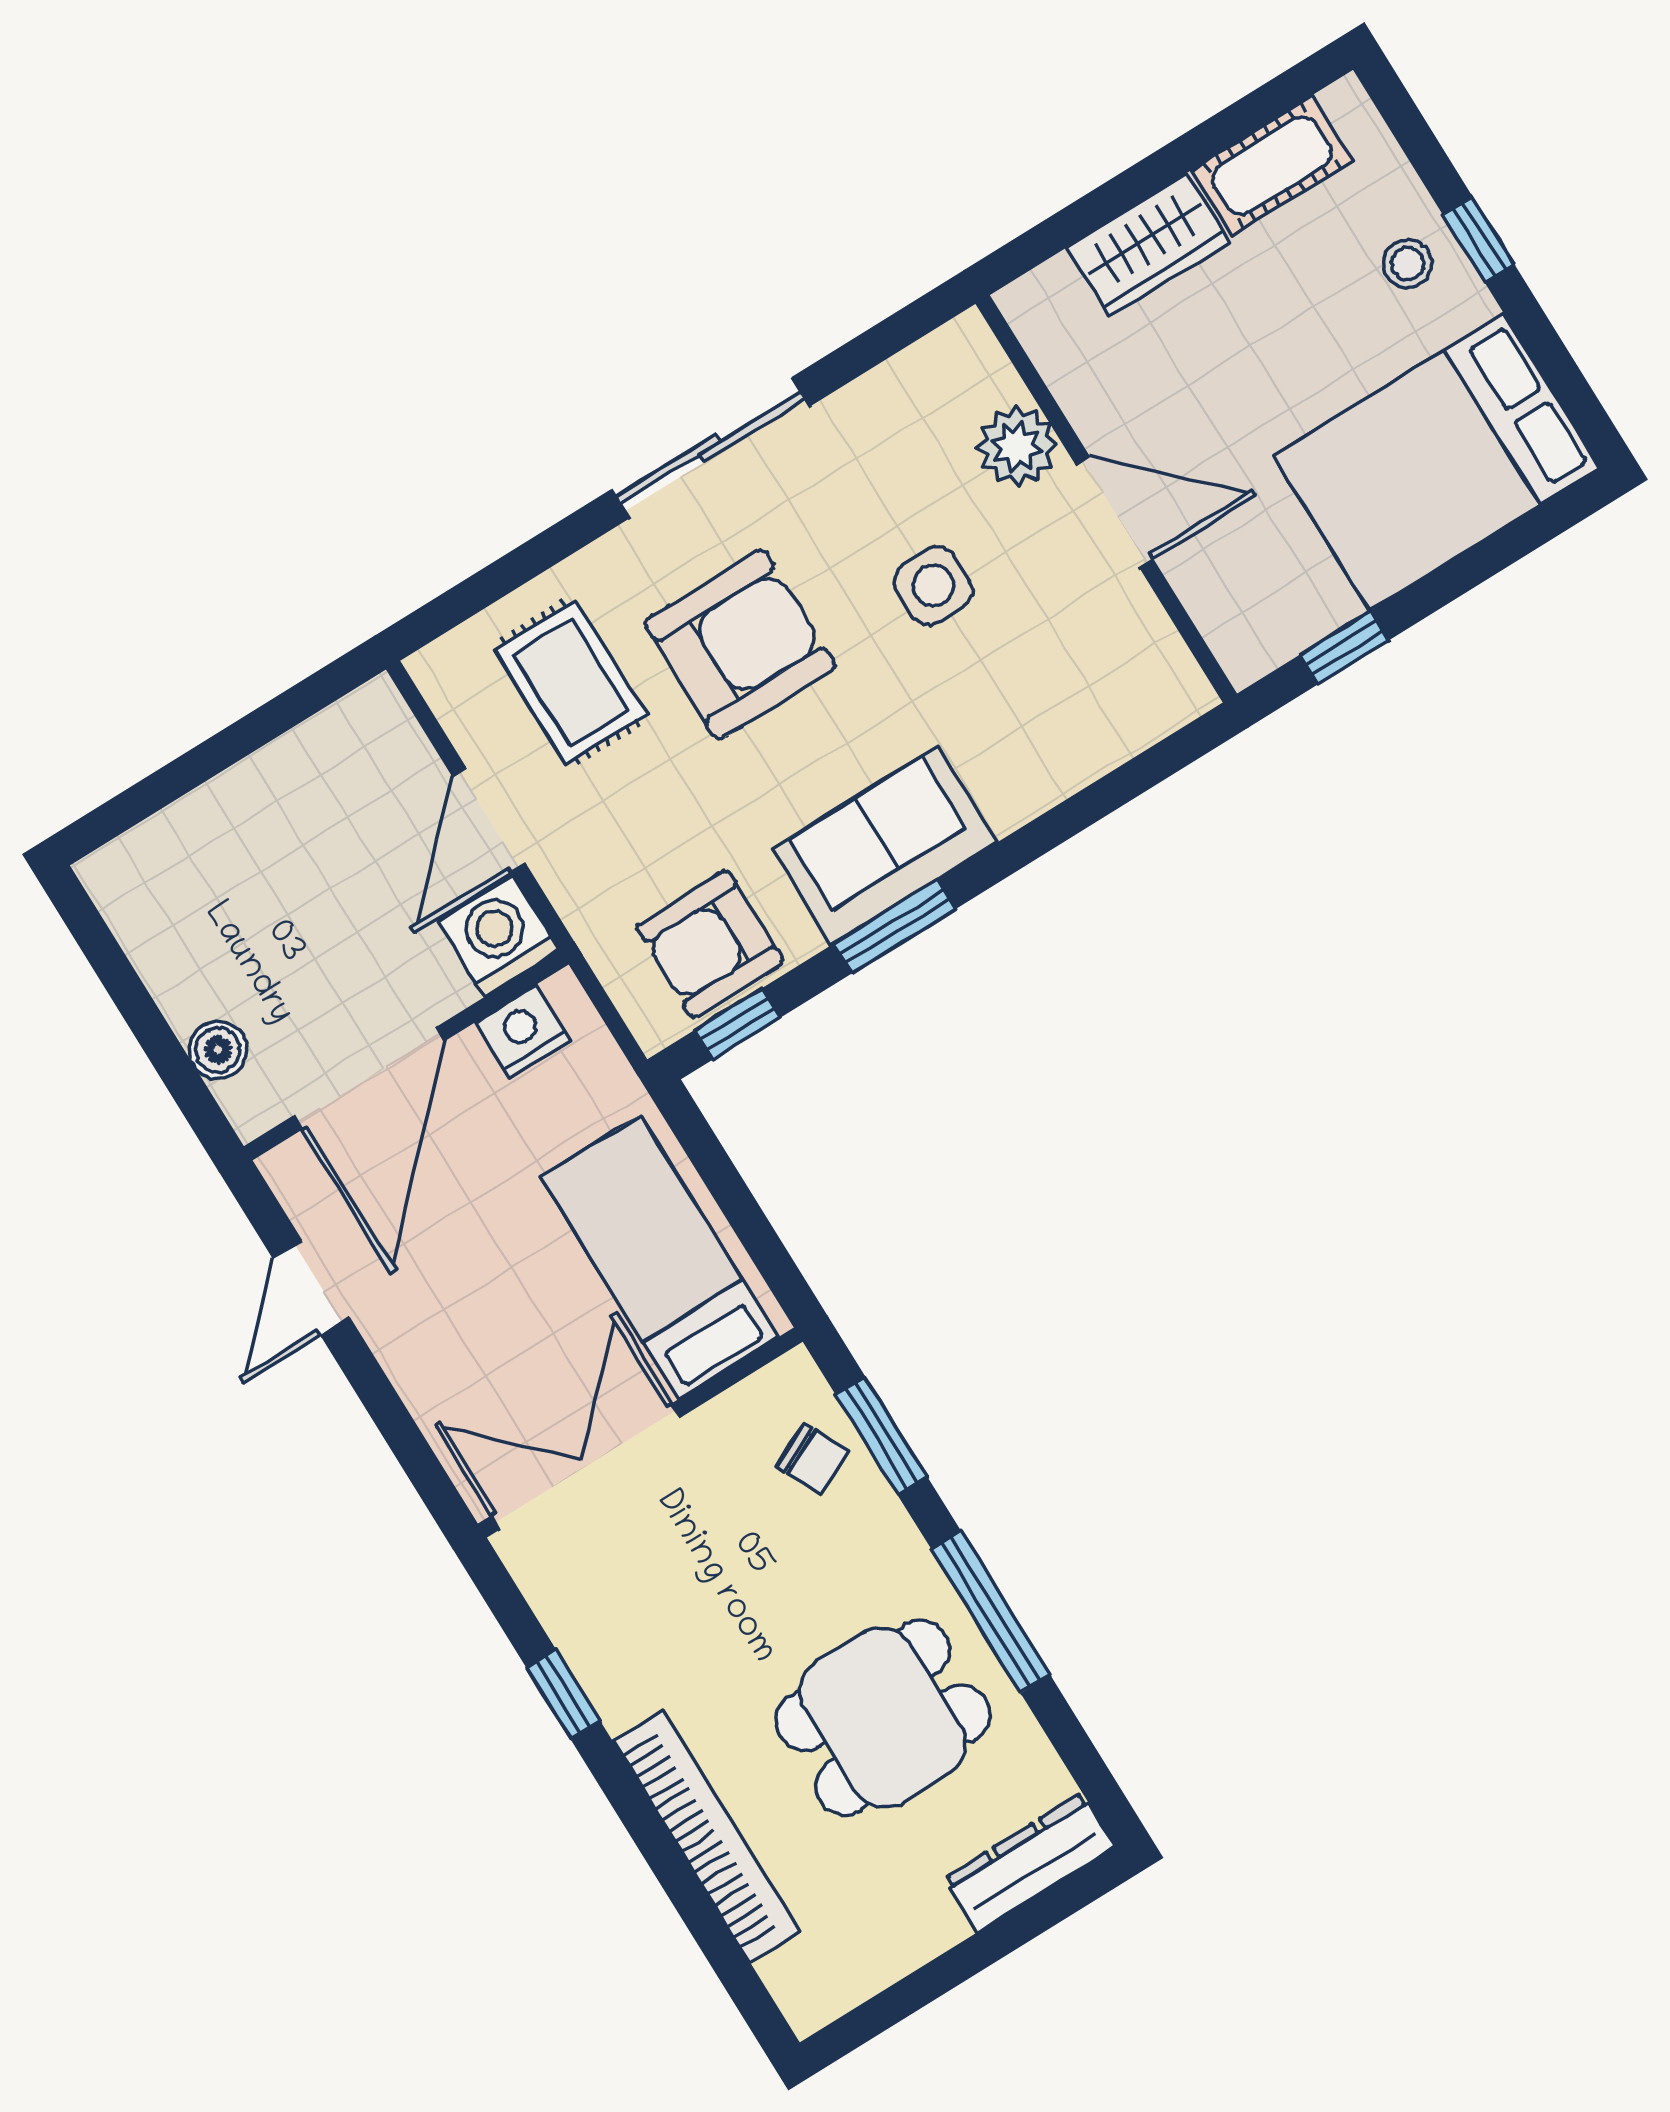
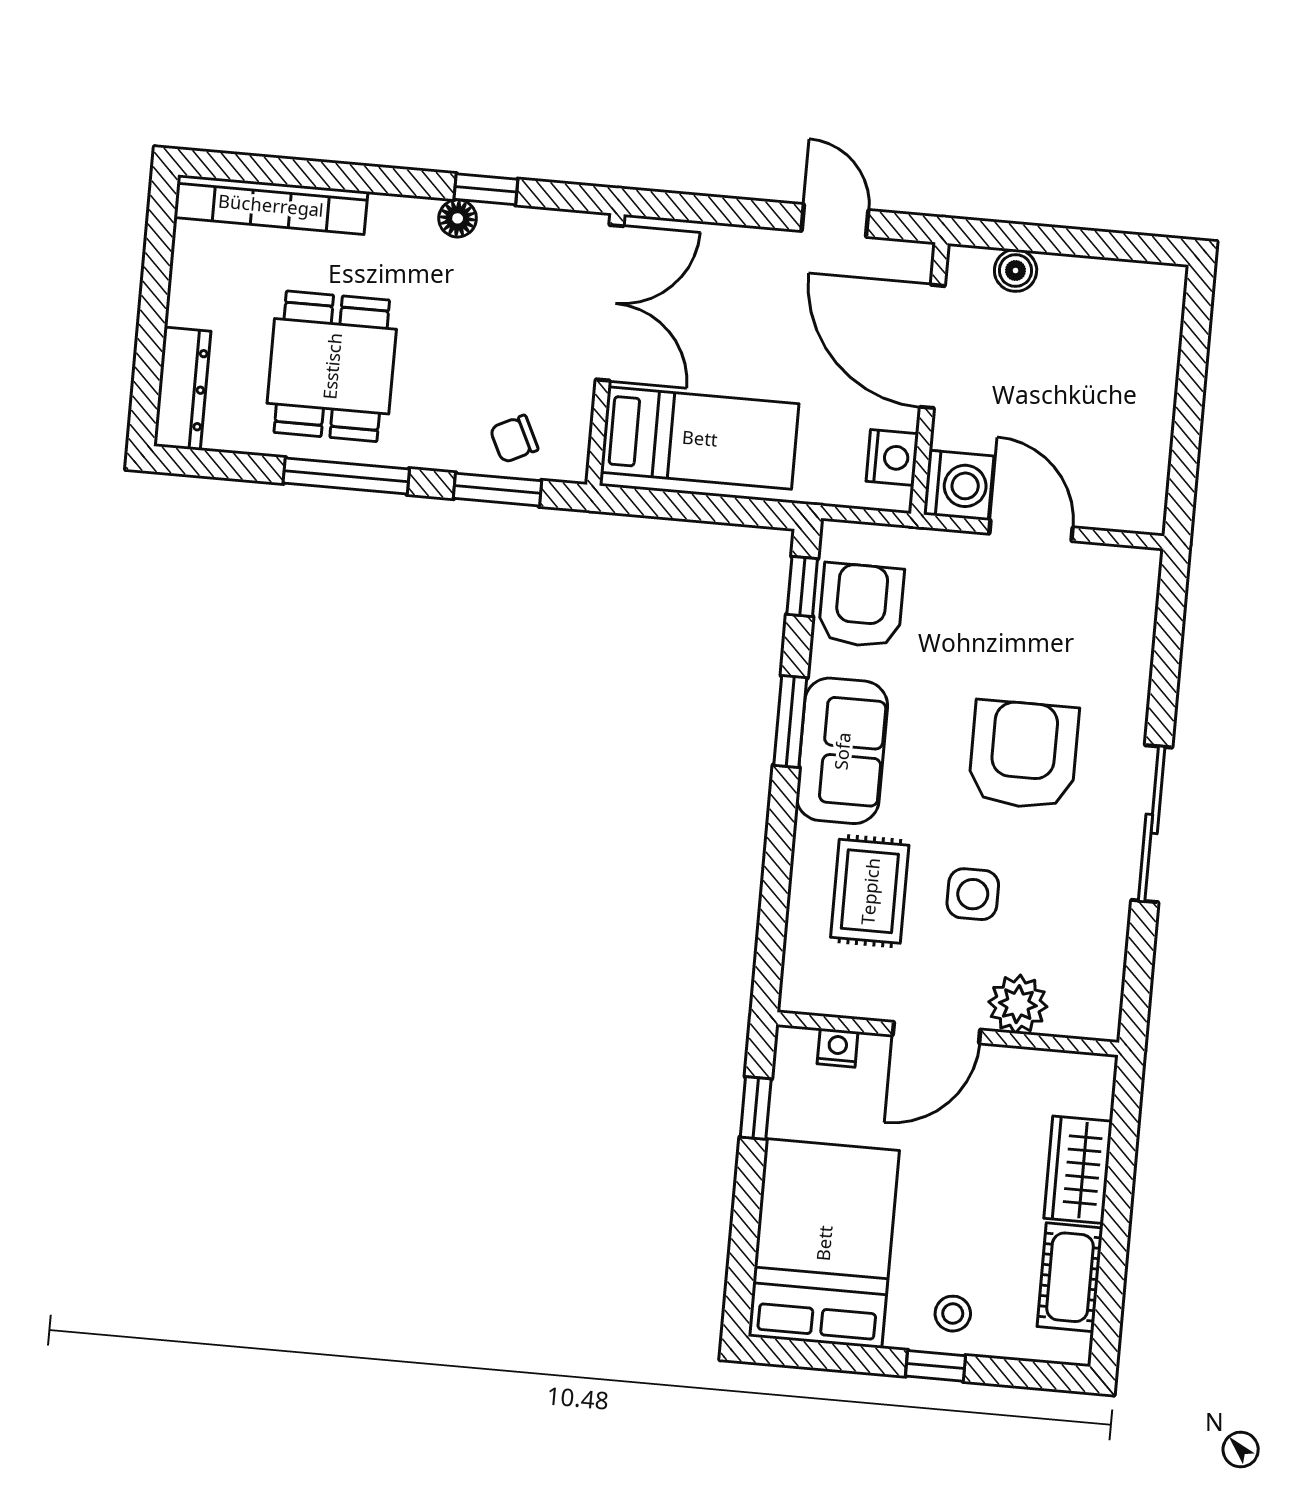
nightstand: (1212, 607) -> (838, 1048), added
armchair: (740, 644) -> (1023, 755), turned 180
rug: (571, 682) -> (870, 891), moved, turned 90
floor lamp: (618, 1701) -> (458, 218), added
bookcase: (707, 1836) -> (271, 205), moved

